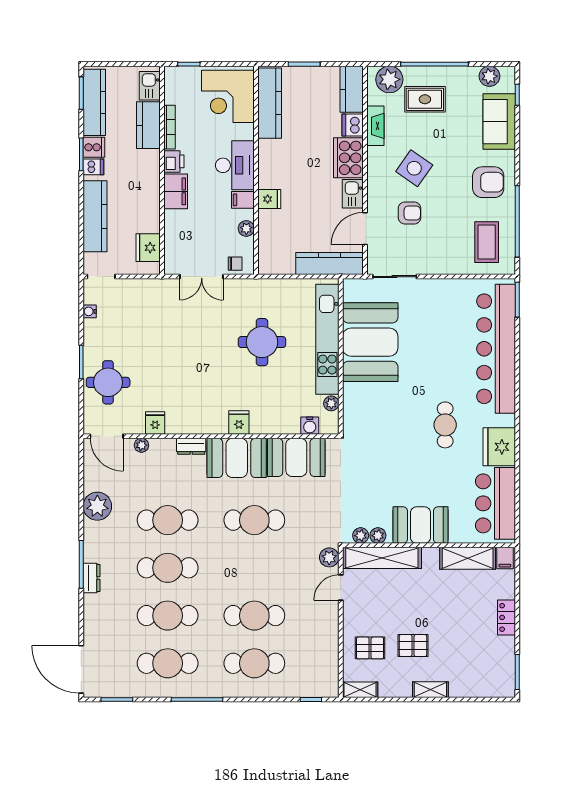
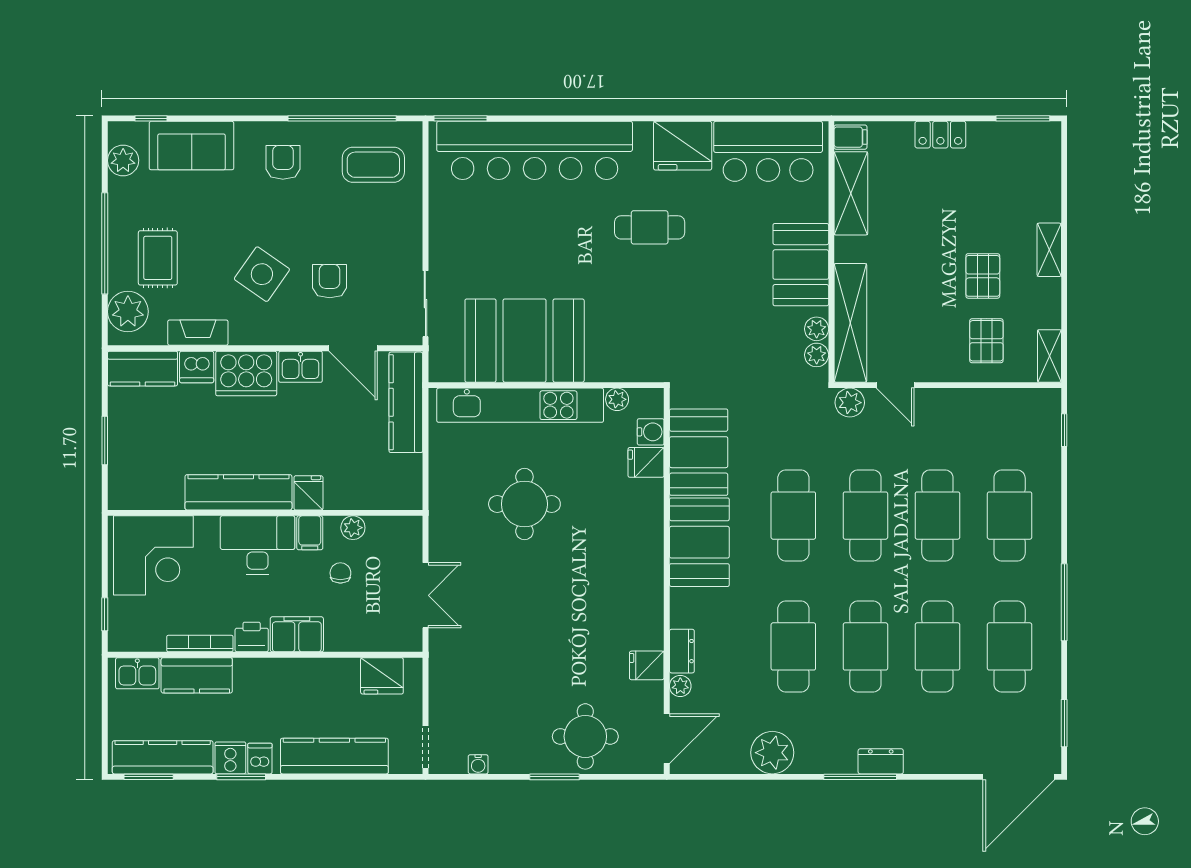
kitchen counter: (270, 103) -> (238, 492), moved
armchair: (488, 182) -> (283, 162), width x0.72, depth x0.72
chair: (235, 264) -> (340, 573), moved
fridge: (239, 423) -> (646, 462), moved
dresser: (191, 446) -> (682, 651), moved
cafe table: (254, 568) -> (865, 516), added

